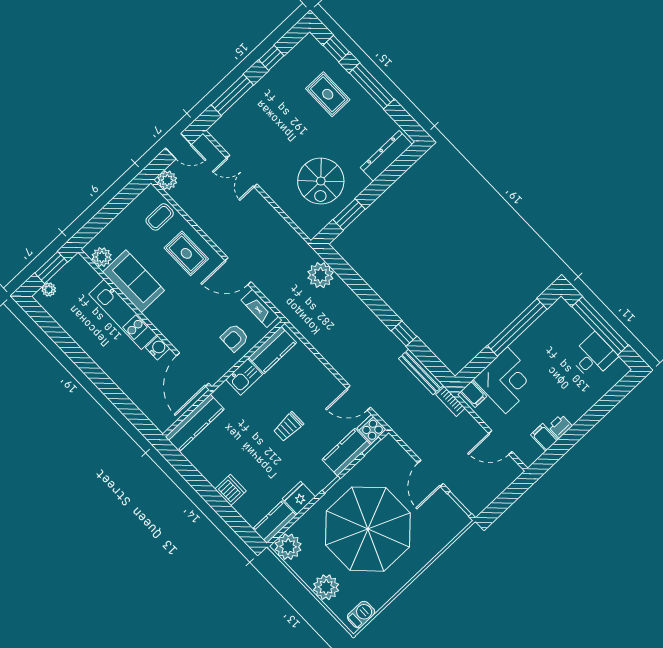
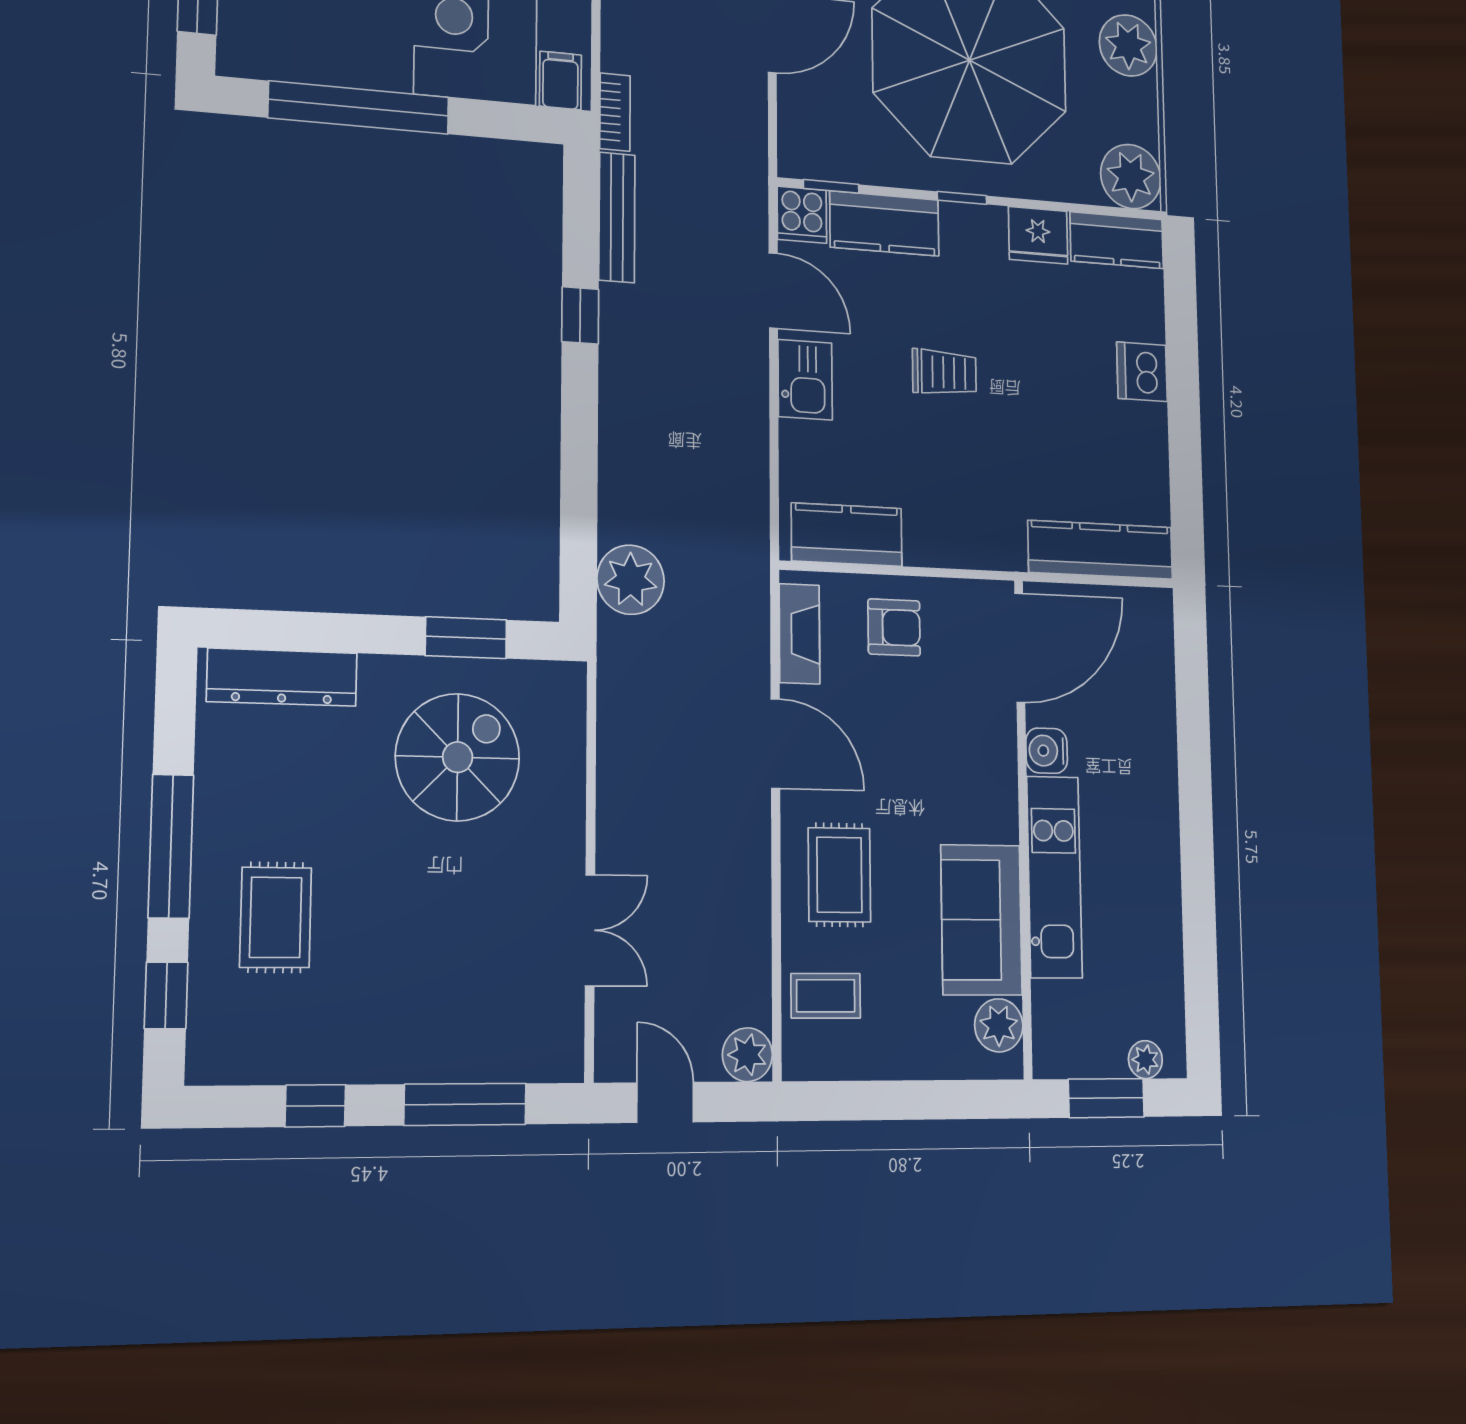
kitchen sink: (244, 377) -> (805, 380), moved, turned 90

